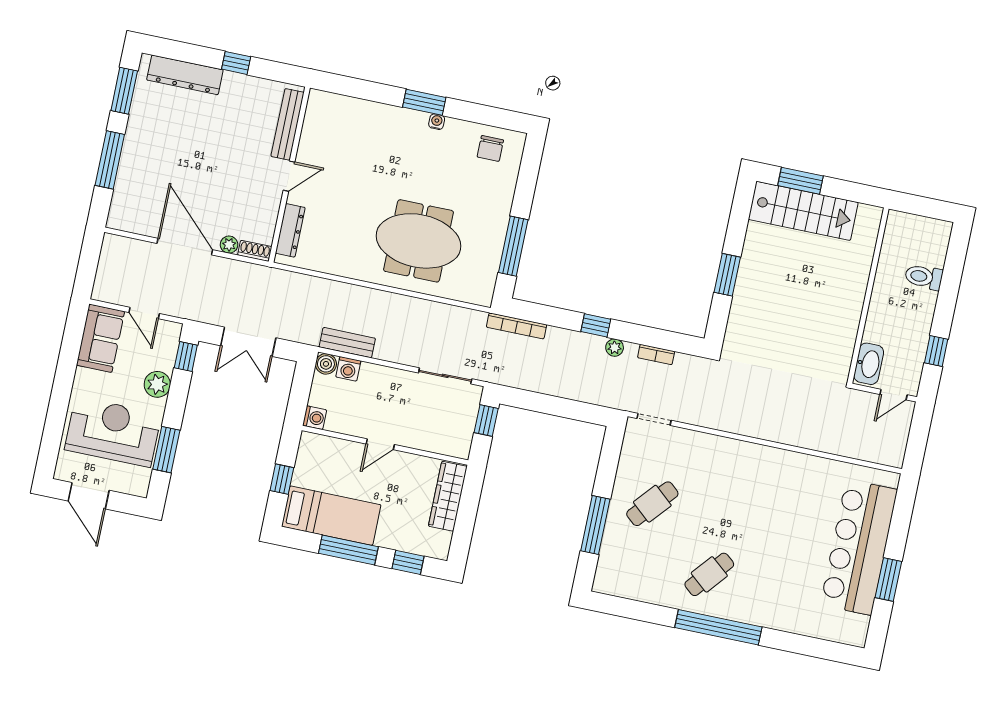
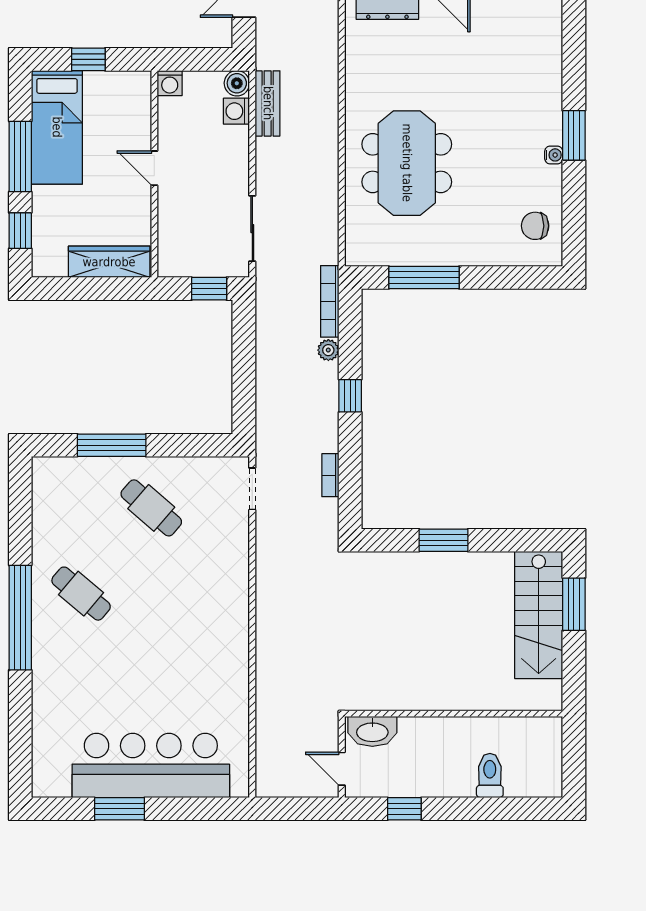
plant: (615, 348) -> (328, 350), moved

